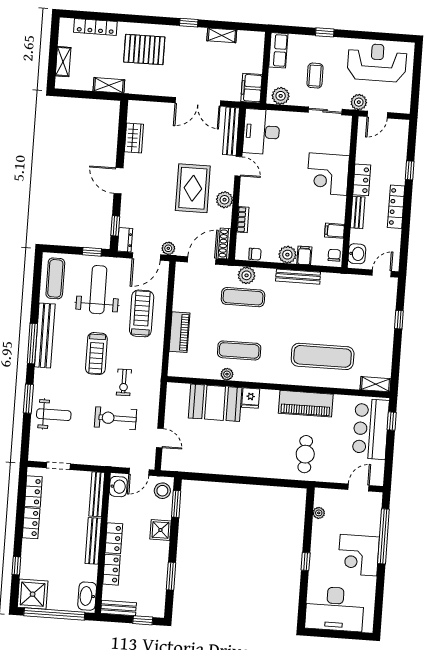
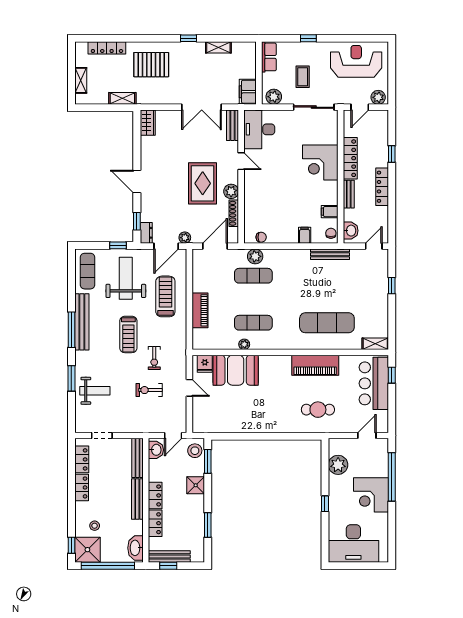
plant: (359, 102) -> (378, 97), moved
sliding door: (325, 111) -> (314, 107), width x1.37
bench: (231, 131) -> (232, 125), width x0.73
wardrobe: (134, 138) -> (148, 123), moved
locker: (362, 180) -> (350, 158), width x1.53
bookcase: (243, 220) -> (248, 208), removed
shoe rack: (224, 244) -> (234, 213), moved
plant: (287, 255) -> (290, 236), removed
bench: (298, 277) -> (330, 254), moved
fridge: (251, 398) -> (205, 364), moved
exercise bike: (115, 418) -> (149, 390), width x0.73, depth x0.72
door: (160, 438) -> (189, 388), moved
cafe table: (305, 454) -> (318, 410), turned 90
plant: (319, 513) -> (338, 465), width x1.88, depth x1.88
window: (16, 566) -> (71, 545), moved
stool: (43, 568) -> (95, 526), added
bench: (119, 608) -> (169, 556), width x1.36
window: (143, 620) -> (168, 566), moved

